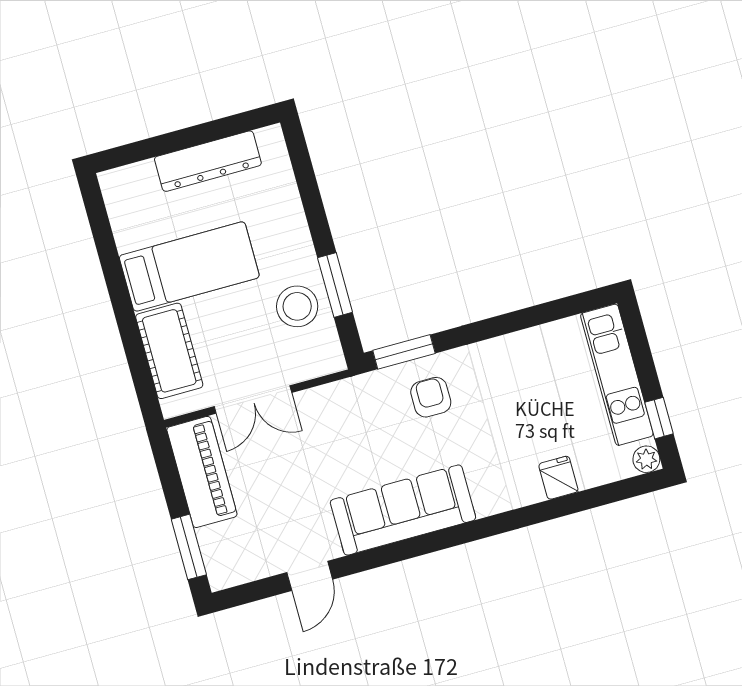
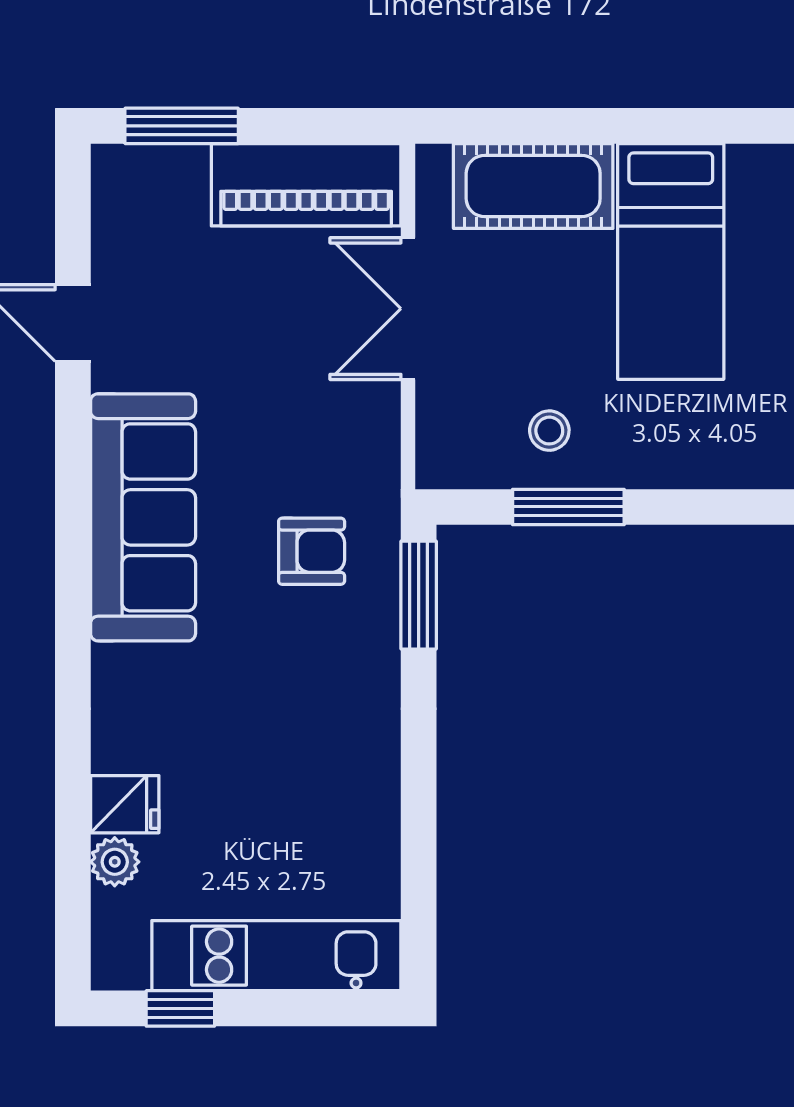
stool: (297, 306) -> (549, 431), width x0.53, depth x0.53
armchair: (431, 397) -> (312, 551), moved
plant: (646, 459) -> (115, 862), moved

